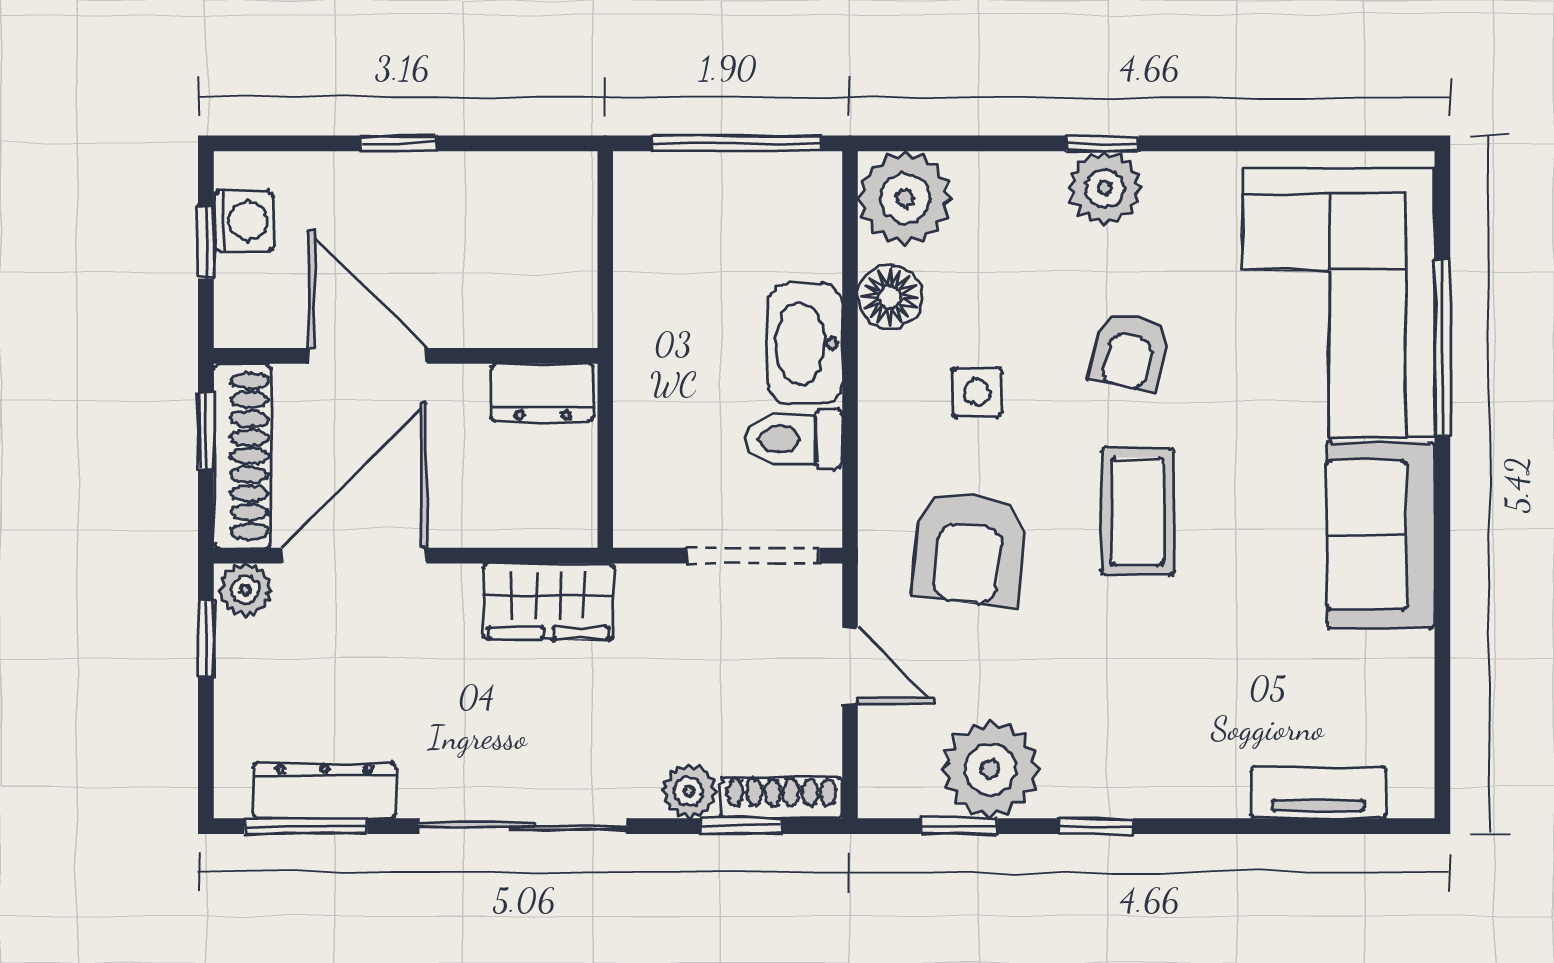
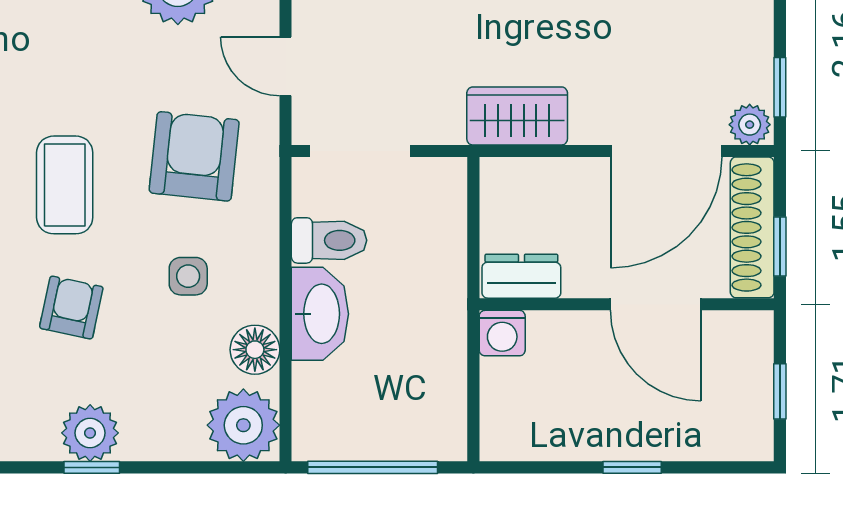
washing machine: (243, 221) -> (502, 333), moved, turned -90

